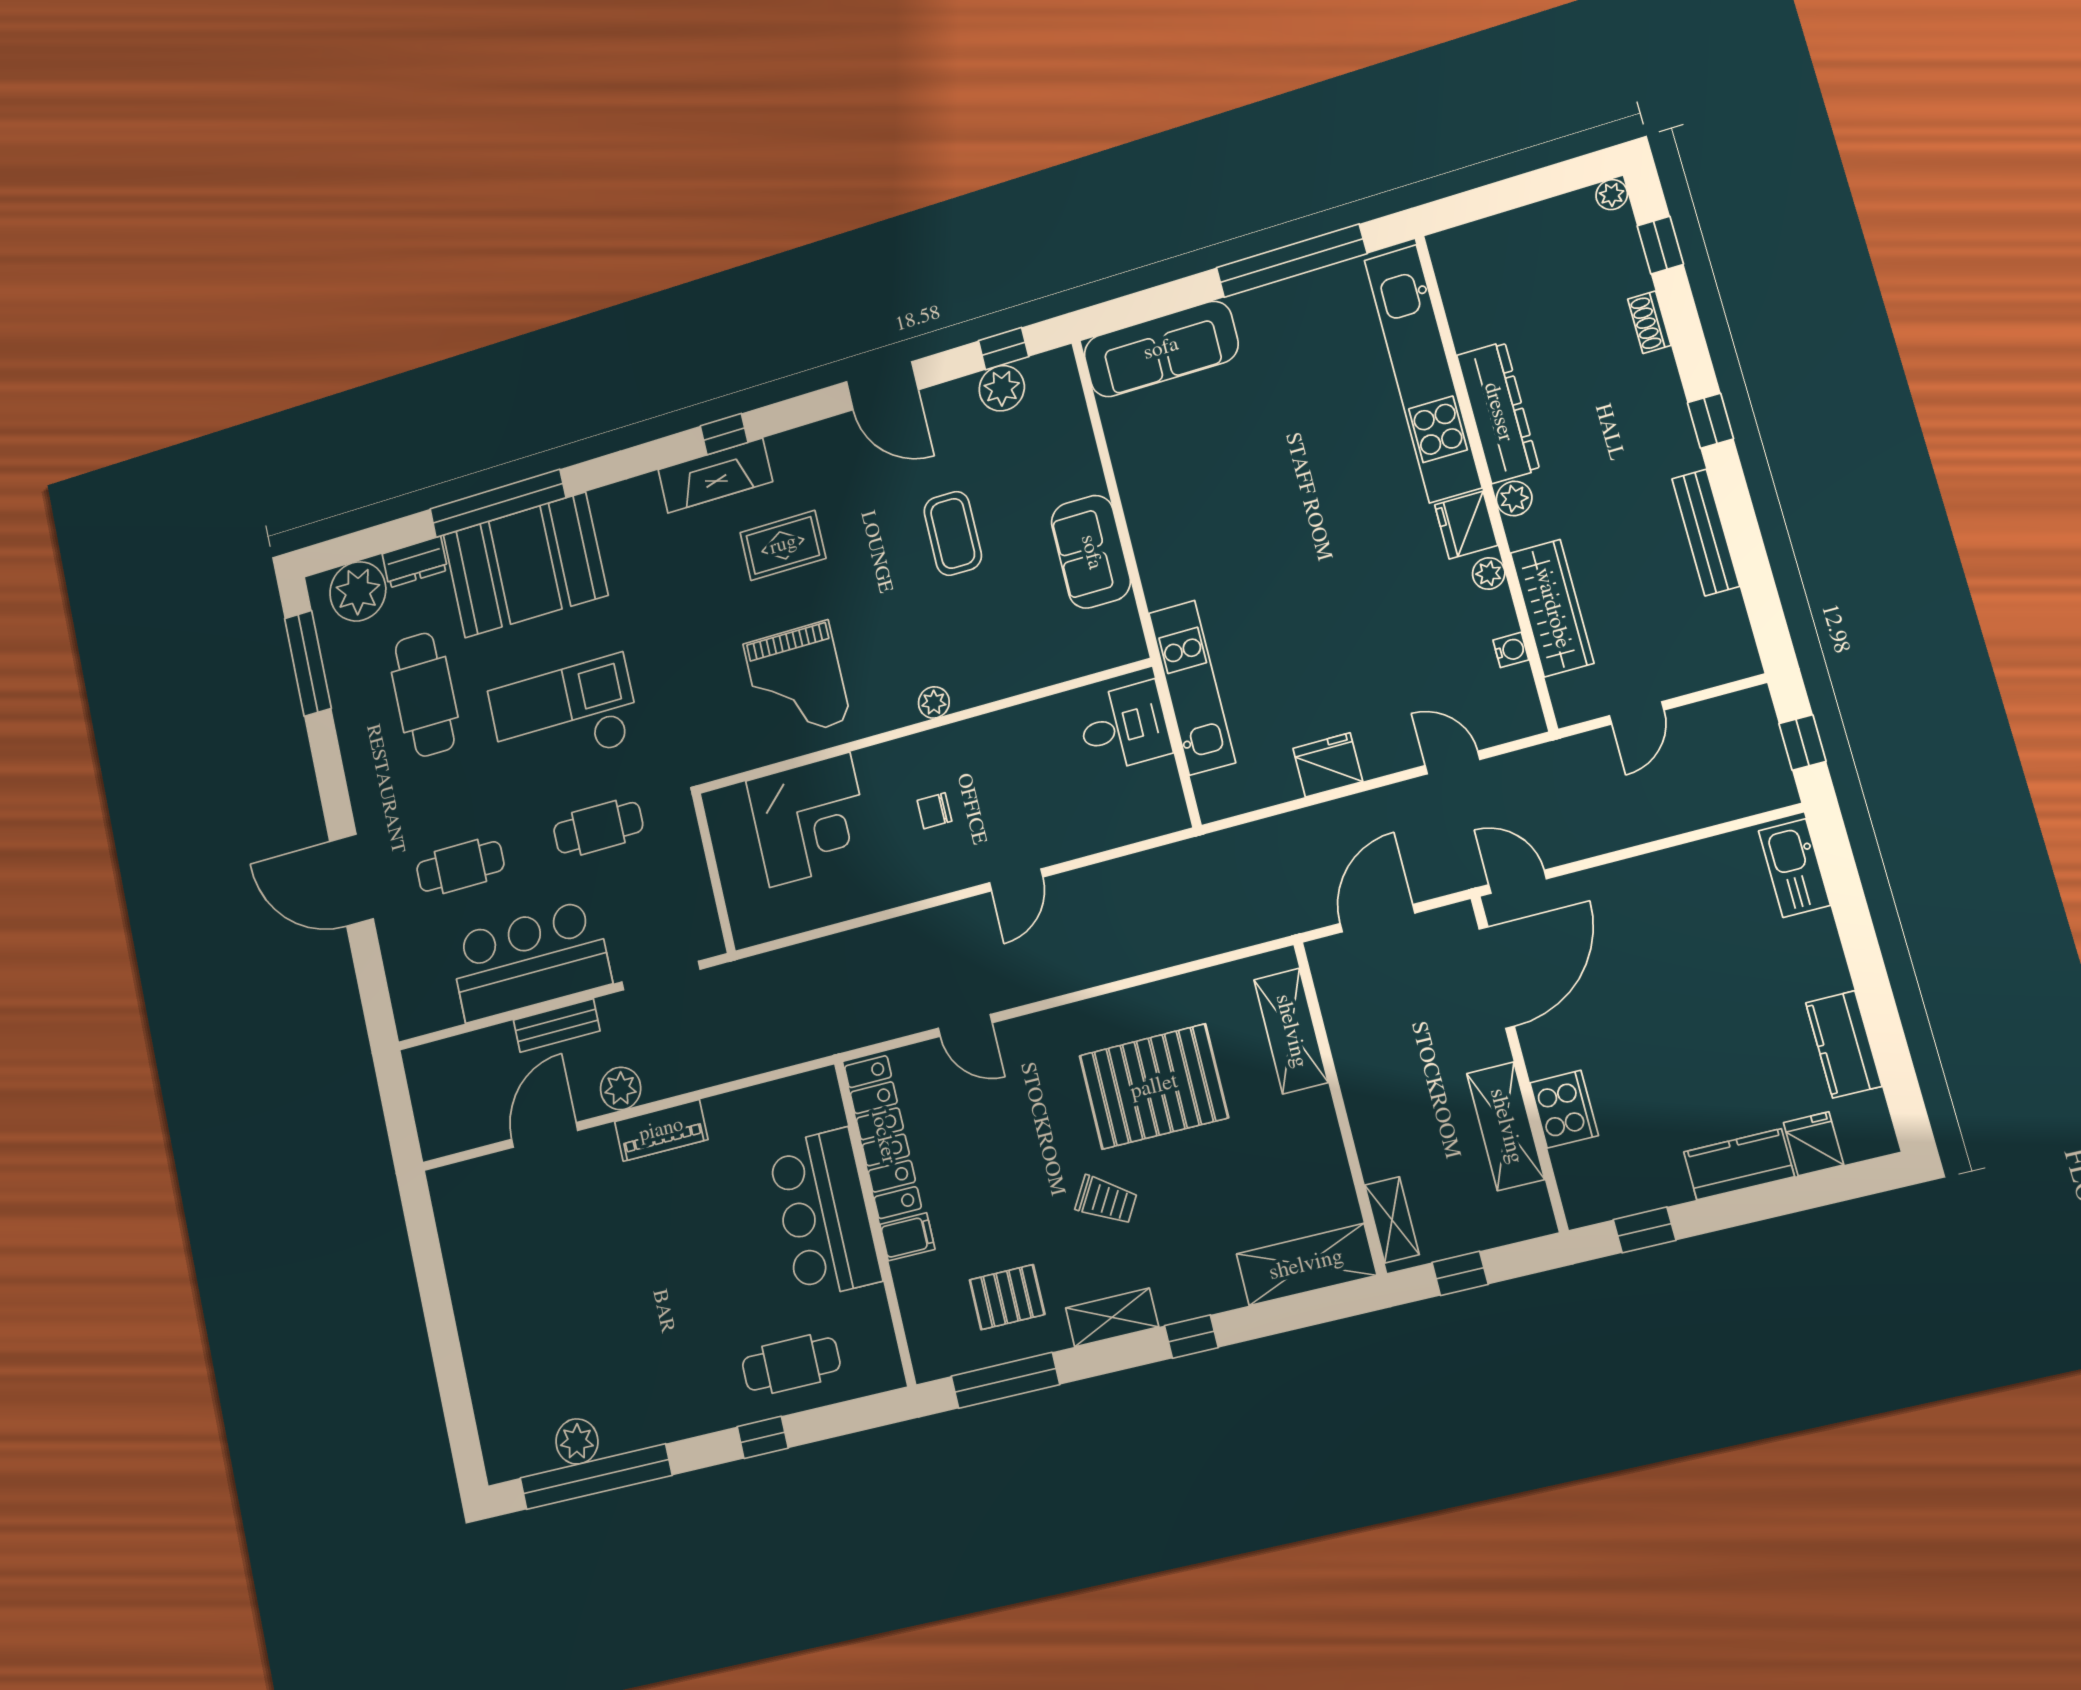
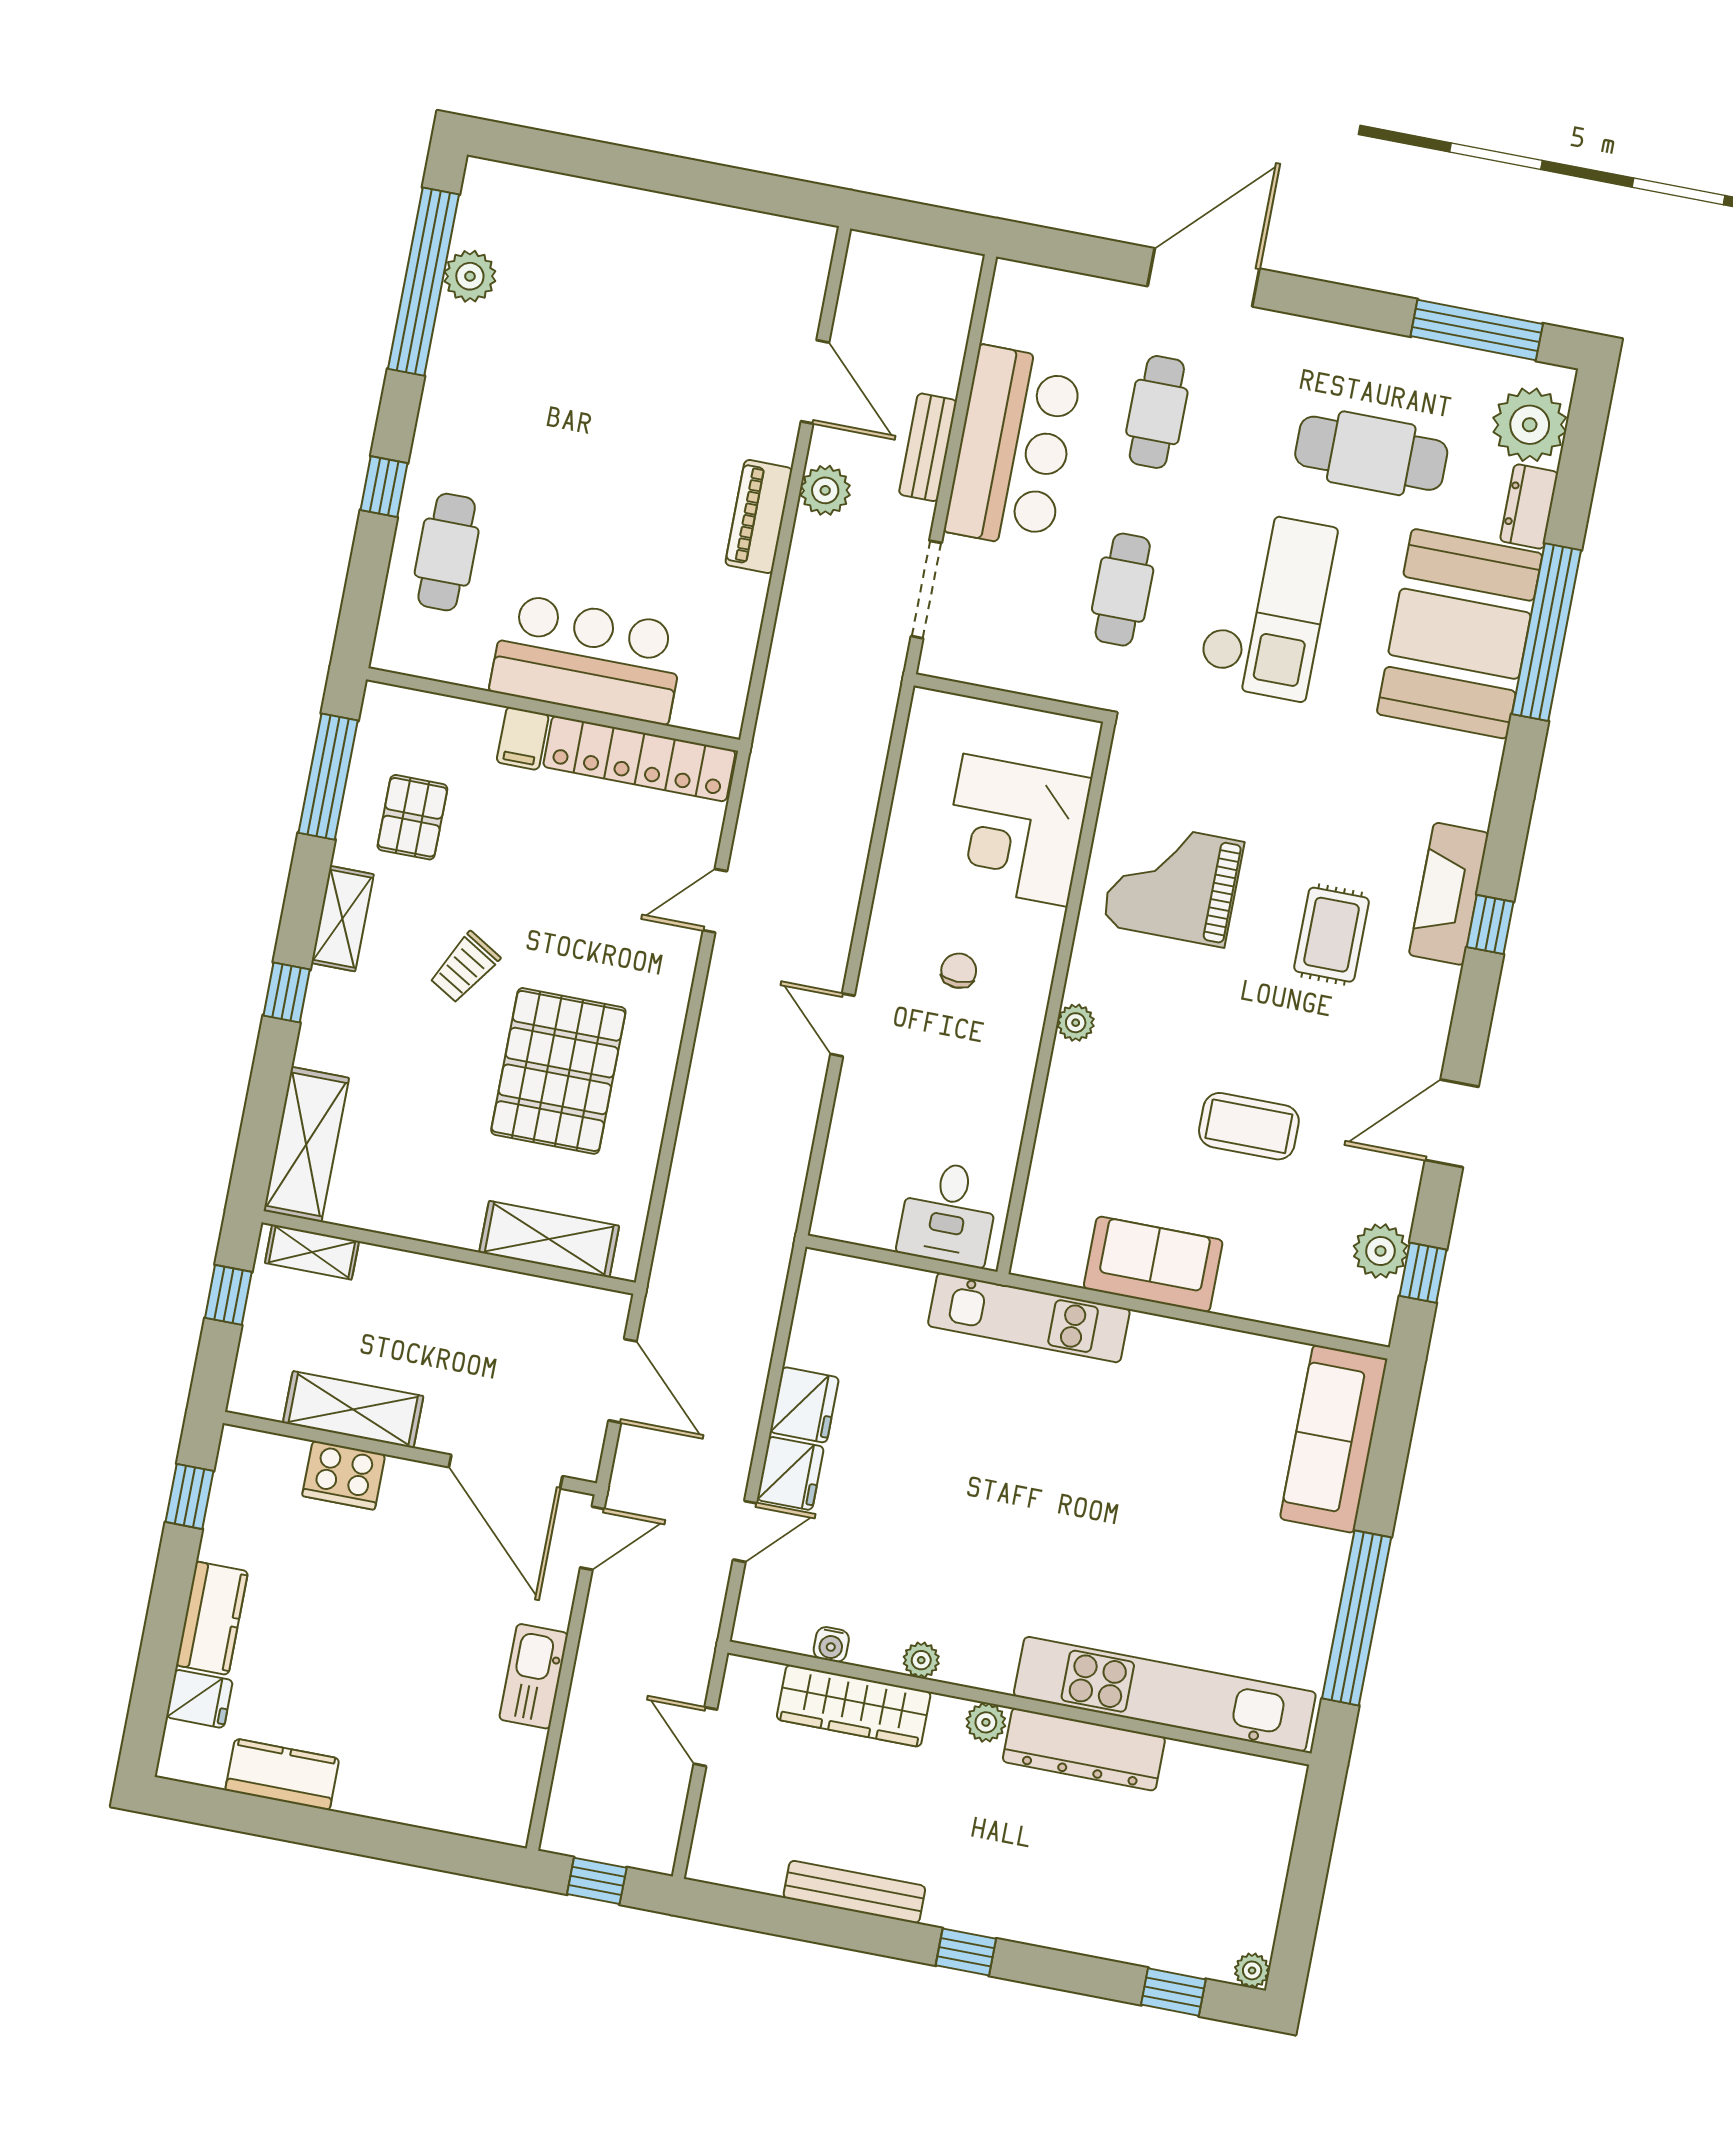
shoe rack: (1649, 322) -> (1099, 1942), removed
fridge: (1466, 525) -> (790, 1473), moved, turned 90
kitchen unit: (1192, 688) -> (1029, 1318), moved
kitchen sink: (1794, 868) -> (534, 1676), moved, turned -90

